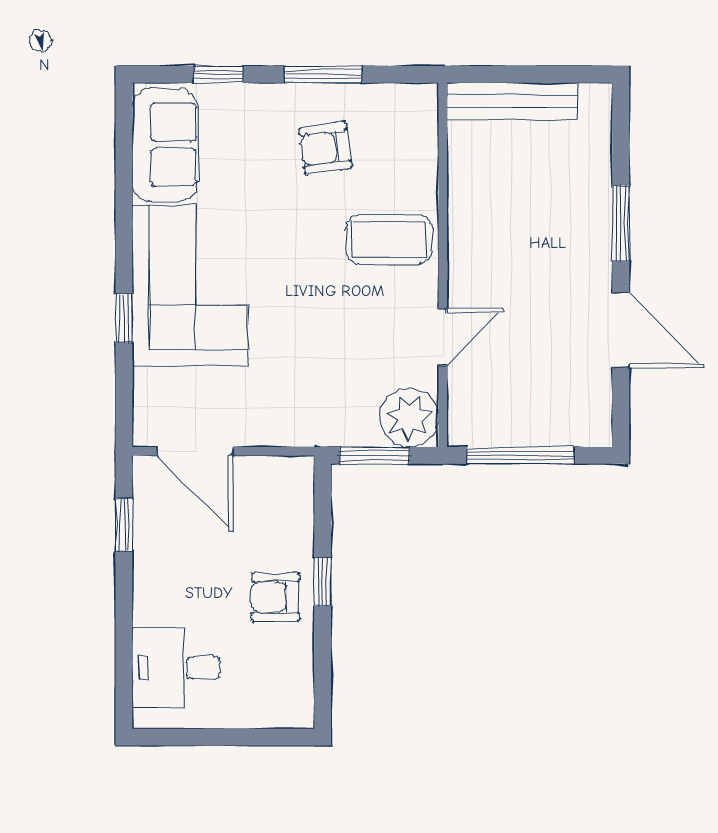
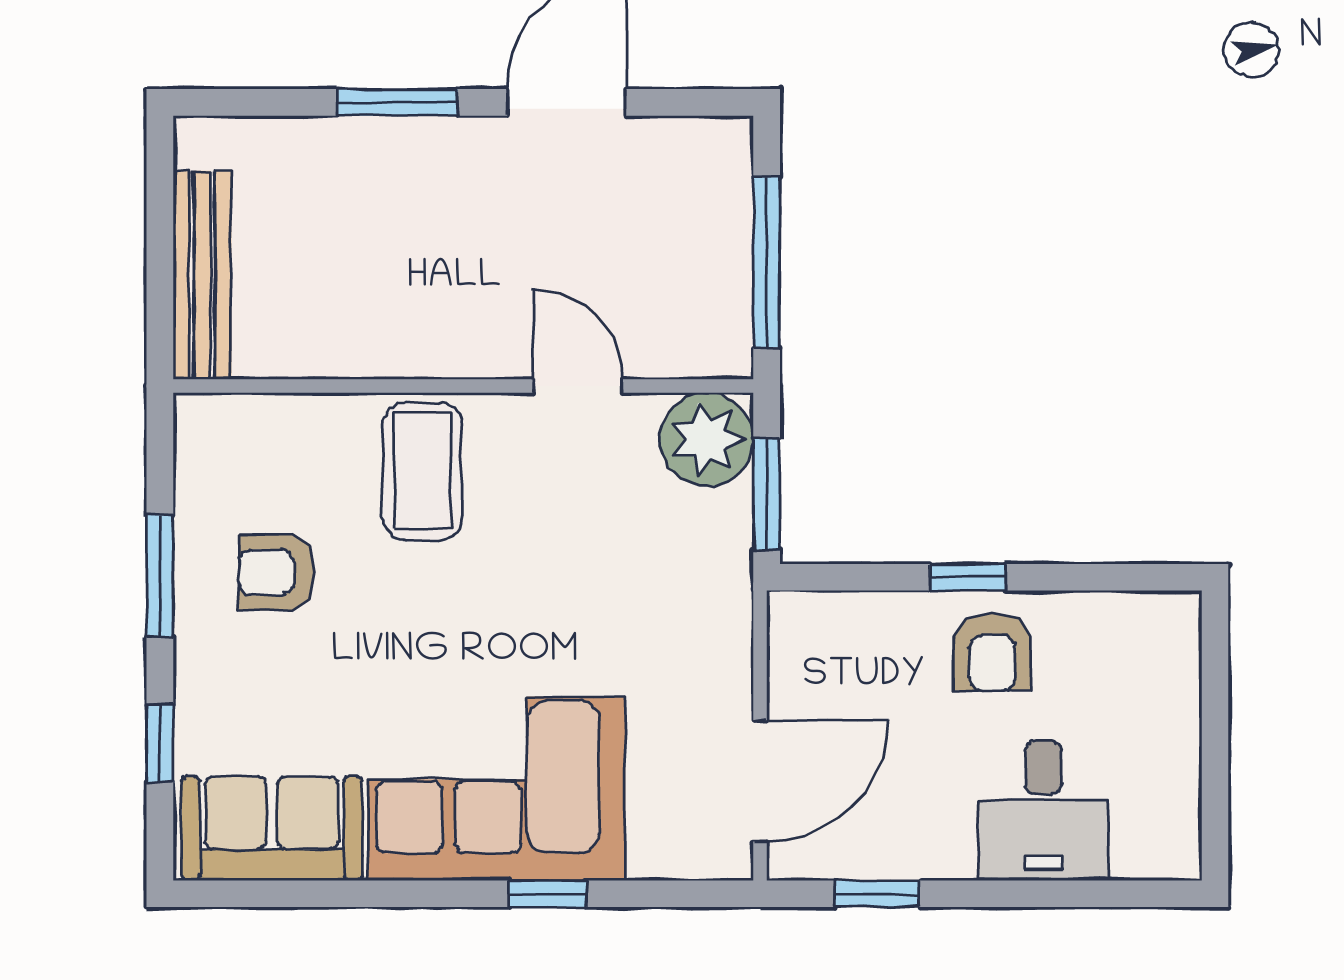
armchair: (326, 148) -> (277, 572), turned 98
desk: (176, 668) -> (1043, 811), moved

